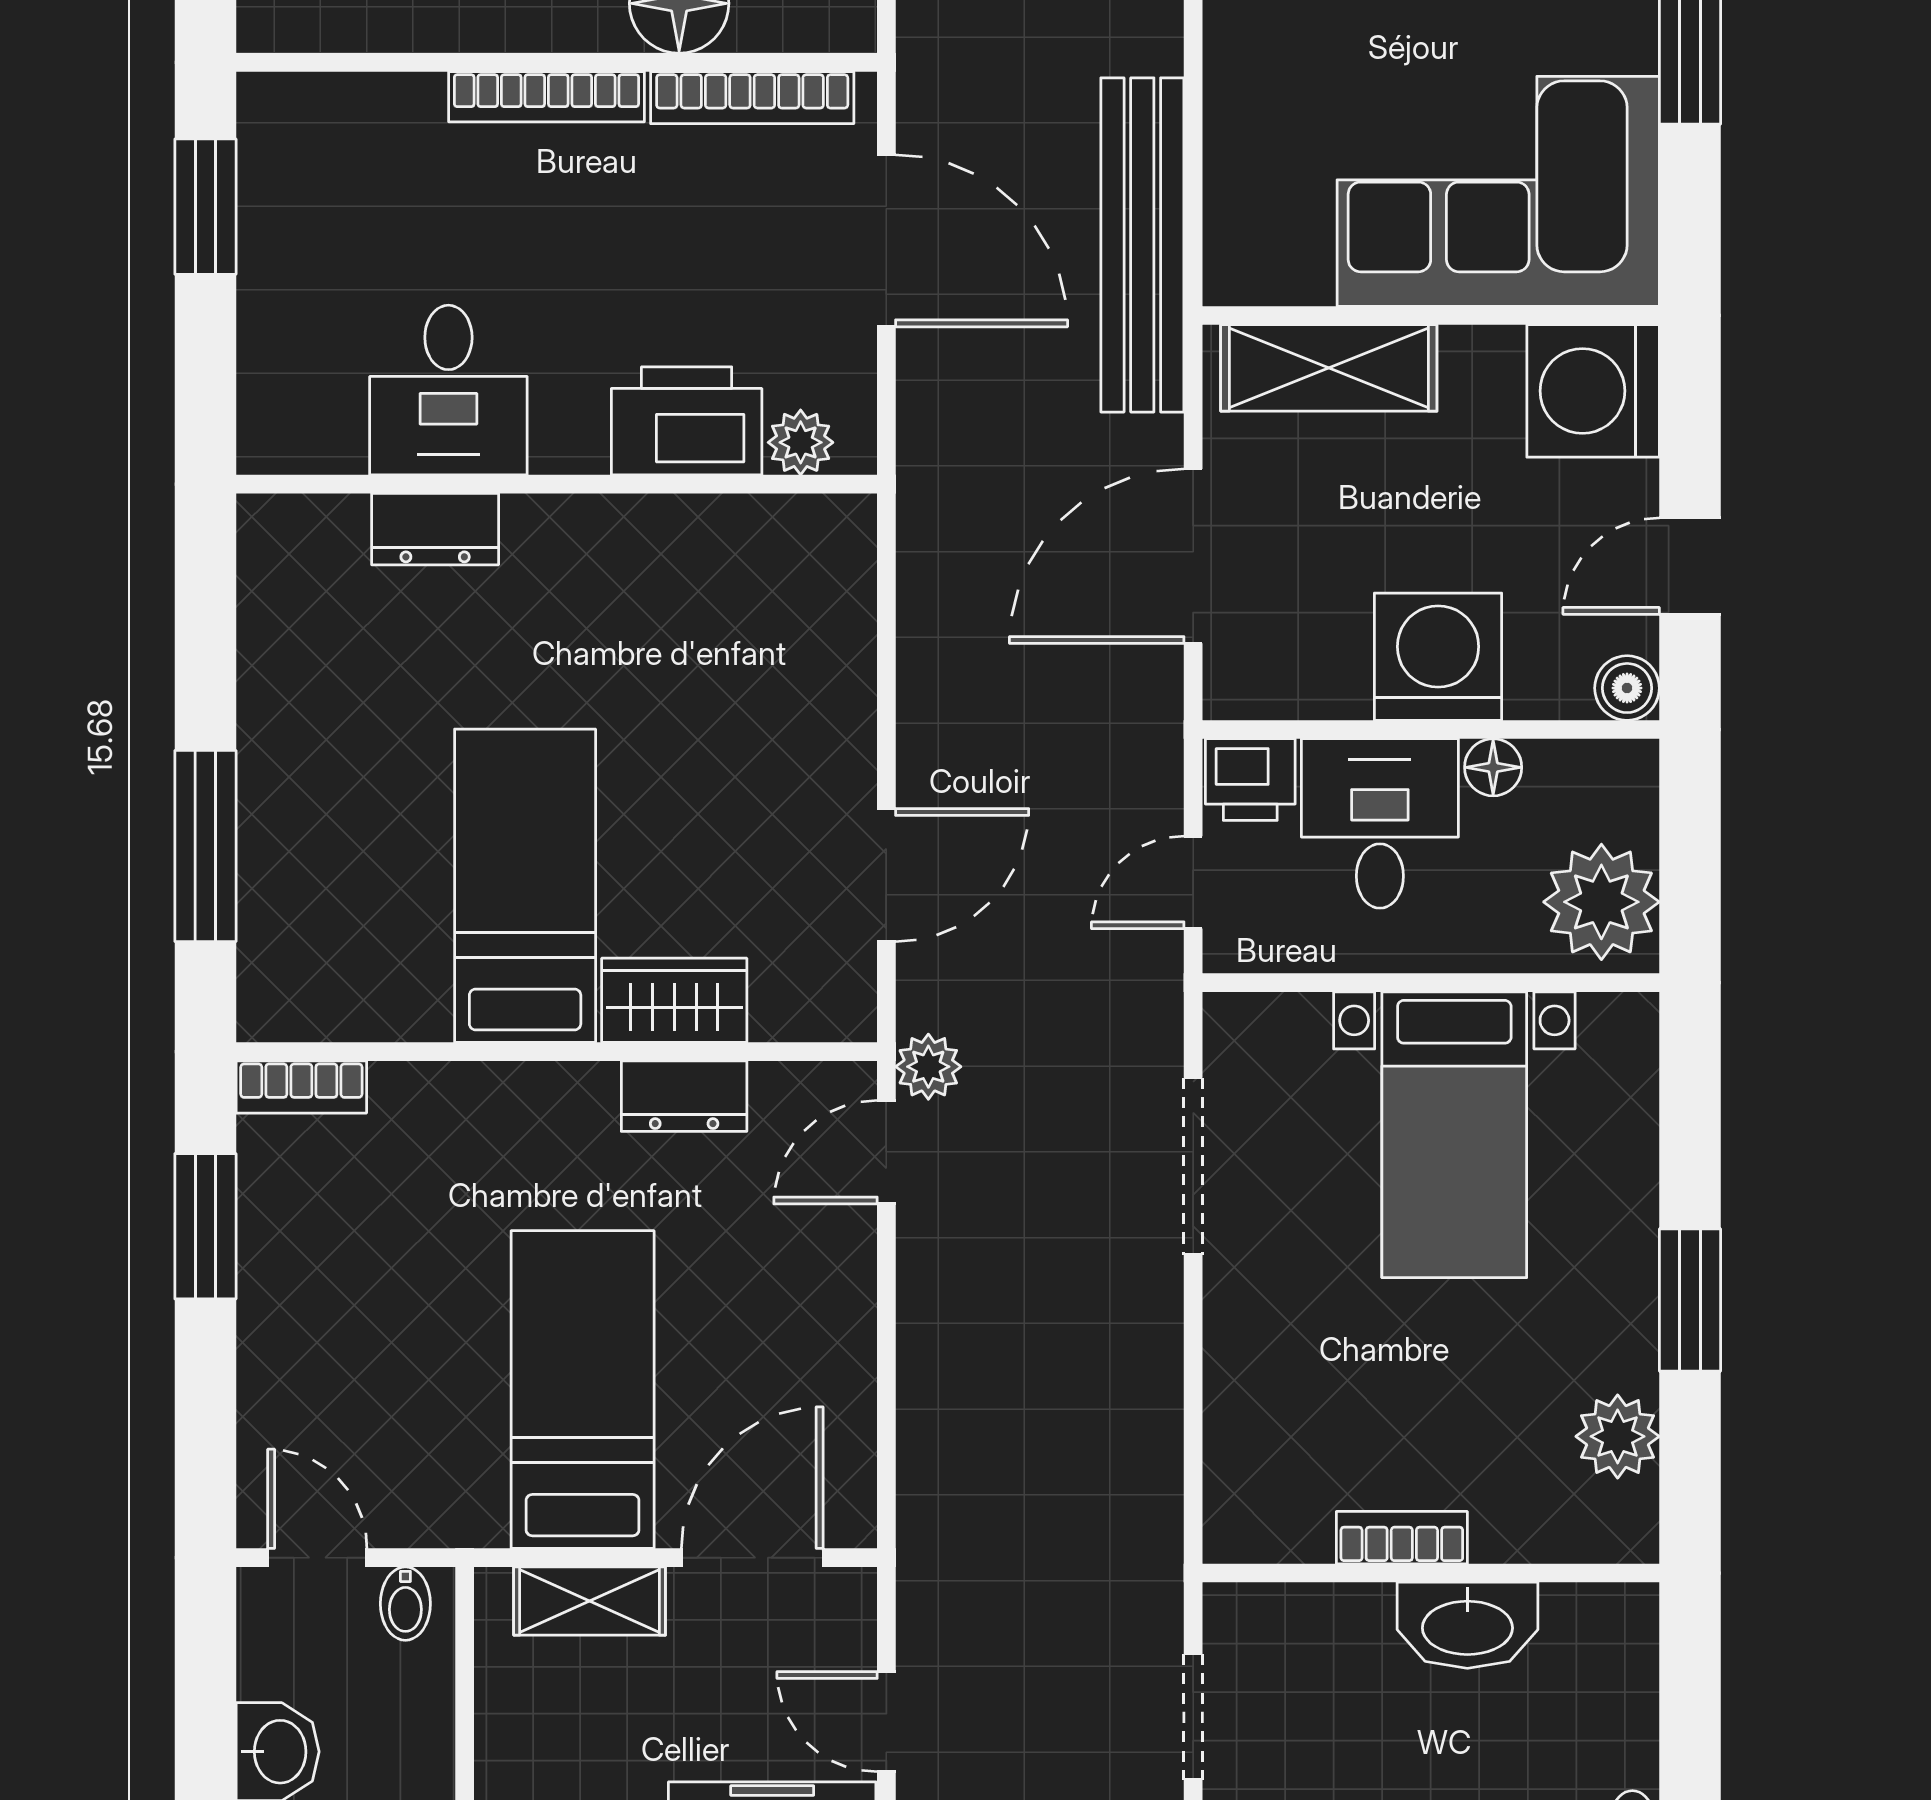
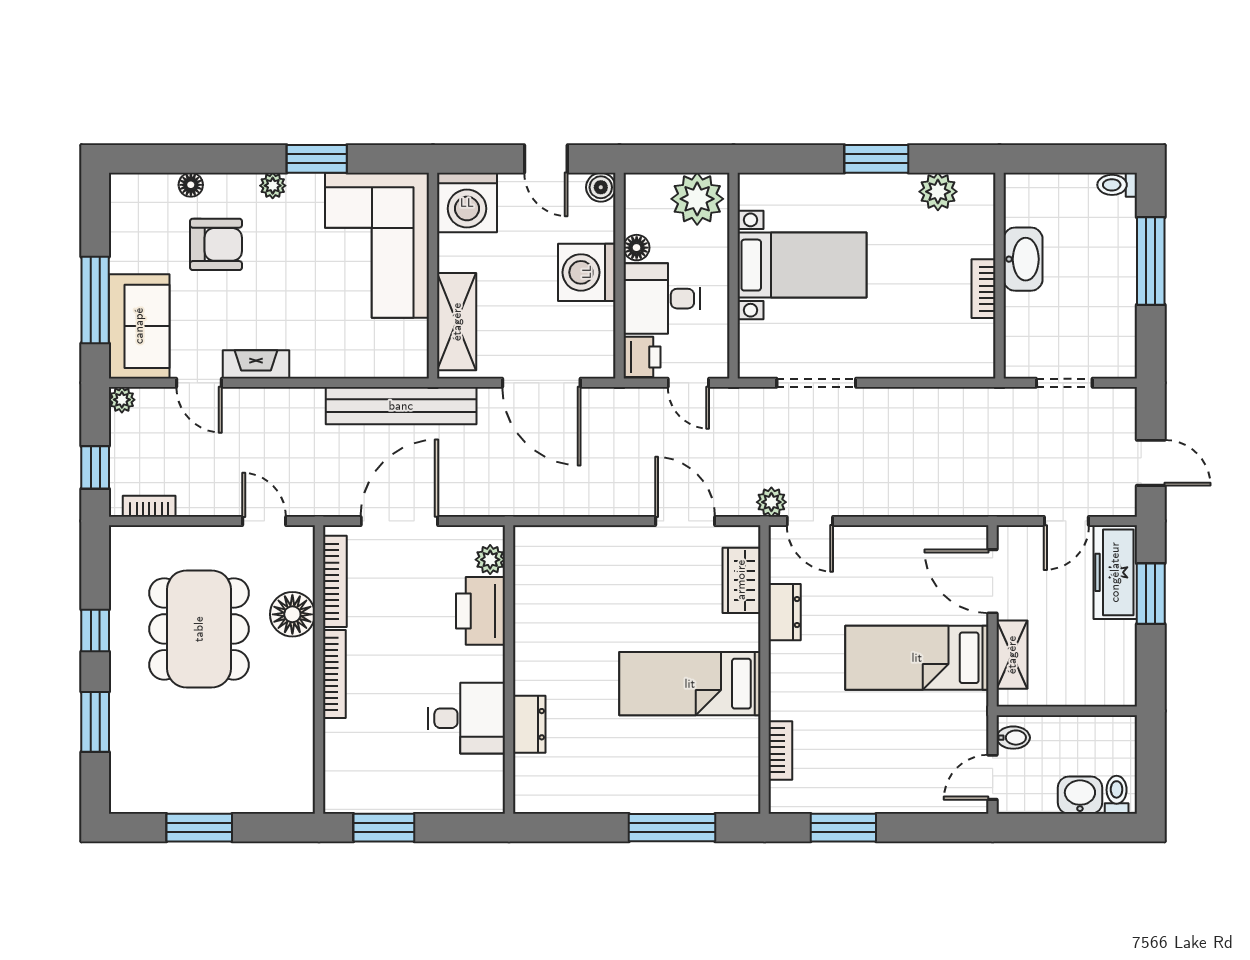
wardrobe: (674, 1000) -> (741, 580), moved
bookcase: (301, 1087) -> (780, 750), moved

